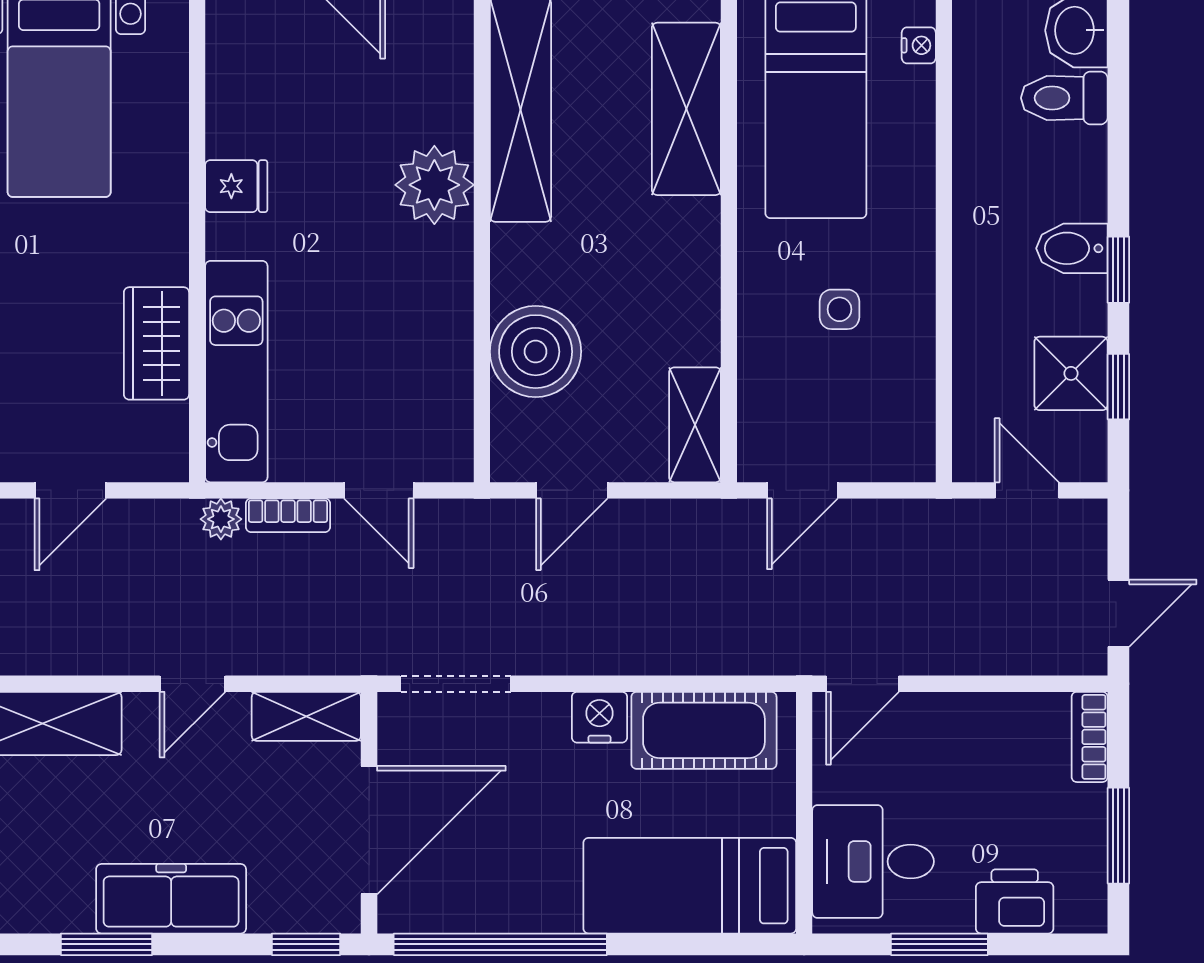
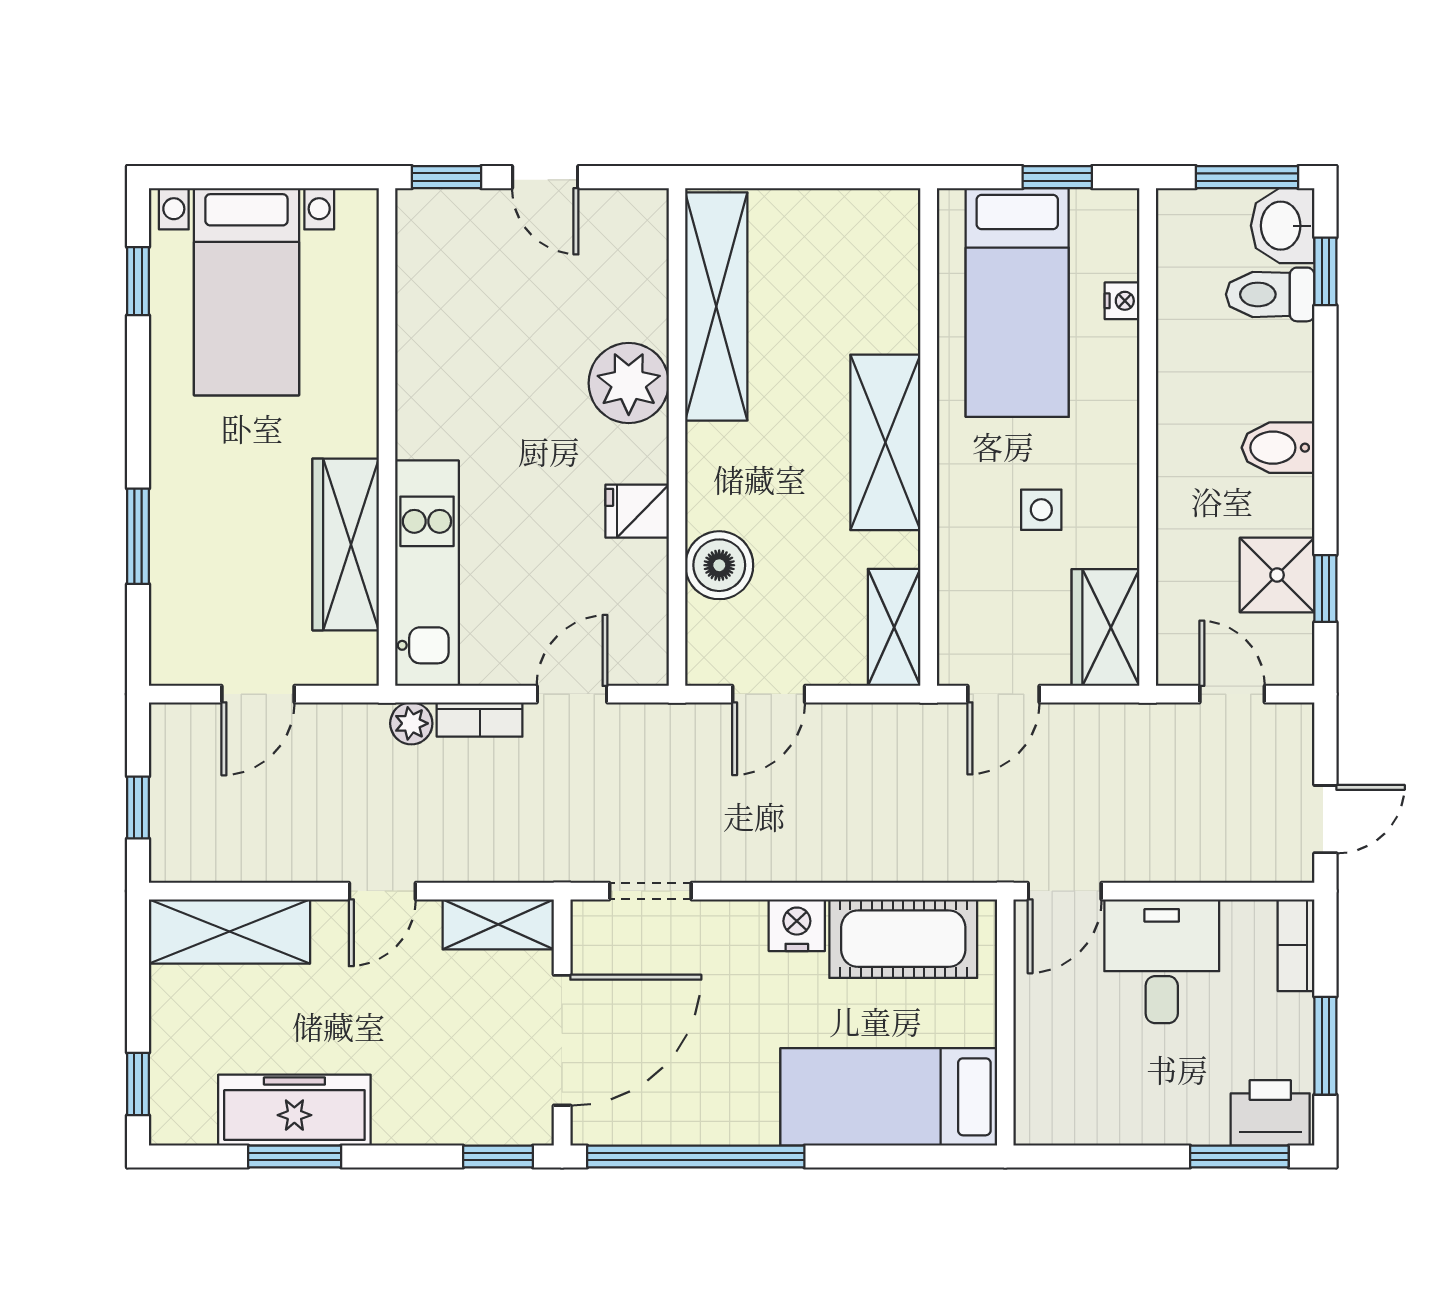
nightstand: (919, 45) -> (1122, 301), moved
shelving: (686, 109) -> (885, 442), moved
fridge: (236, 186) -> (637, 511), moved, turned 180
window: (1118, 270) -> (1325, 271), moved
wardrobe: (156, 343) -> (346, 544), width x1.50
boiler: (536, 352) -> (719, 565), width x0.73, depth x0.73
wardrobe: (903, 425) -> (1105, 628), added
door: (379, 490) -> (572, 694), swing flipped
doorway: (456, 684) -> (650, 891), width x0.73
desk: (873, 861) -> (1162, 961), moved, turned 90
freezer: (171, 899) -> (294, 1110), moved
printer: (1015, 901) -> (1270, 1113), moved
window: (939, 944) -> (1239, 1156), moved

